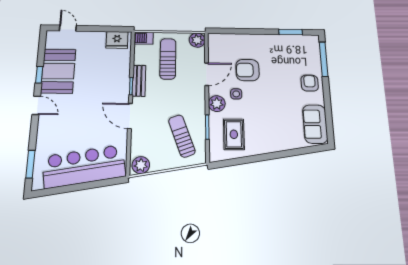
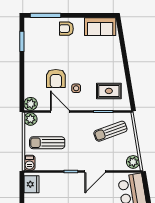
bench: (139, 81) -> (66, 165), removed
plant: (217, 104) -> (31, 104), moved

